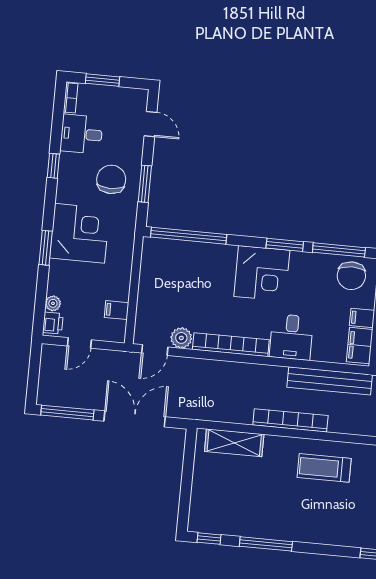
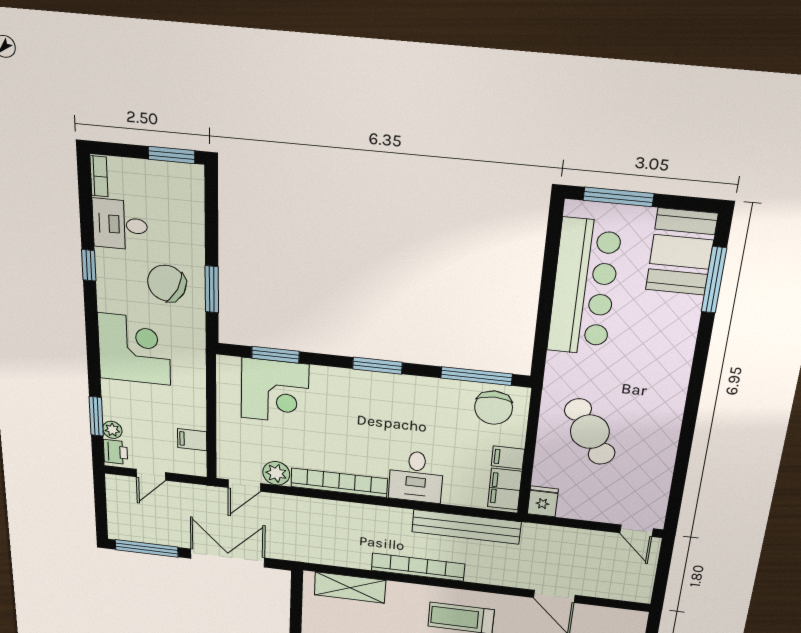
window: (103, 80) -> (172, 155), moved
door: (151, 124) -> (211, 212), removed
chair: (111, 179) -> (167, 283), turned -63
window: (189, 236) -> (275, 355), width x0.47
window: (285, 245) -> (377, 366), moved
window: (46, 248) -> (96, 416), moved
corner desk: (262, 273) -> (275, 391), moved

